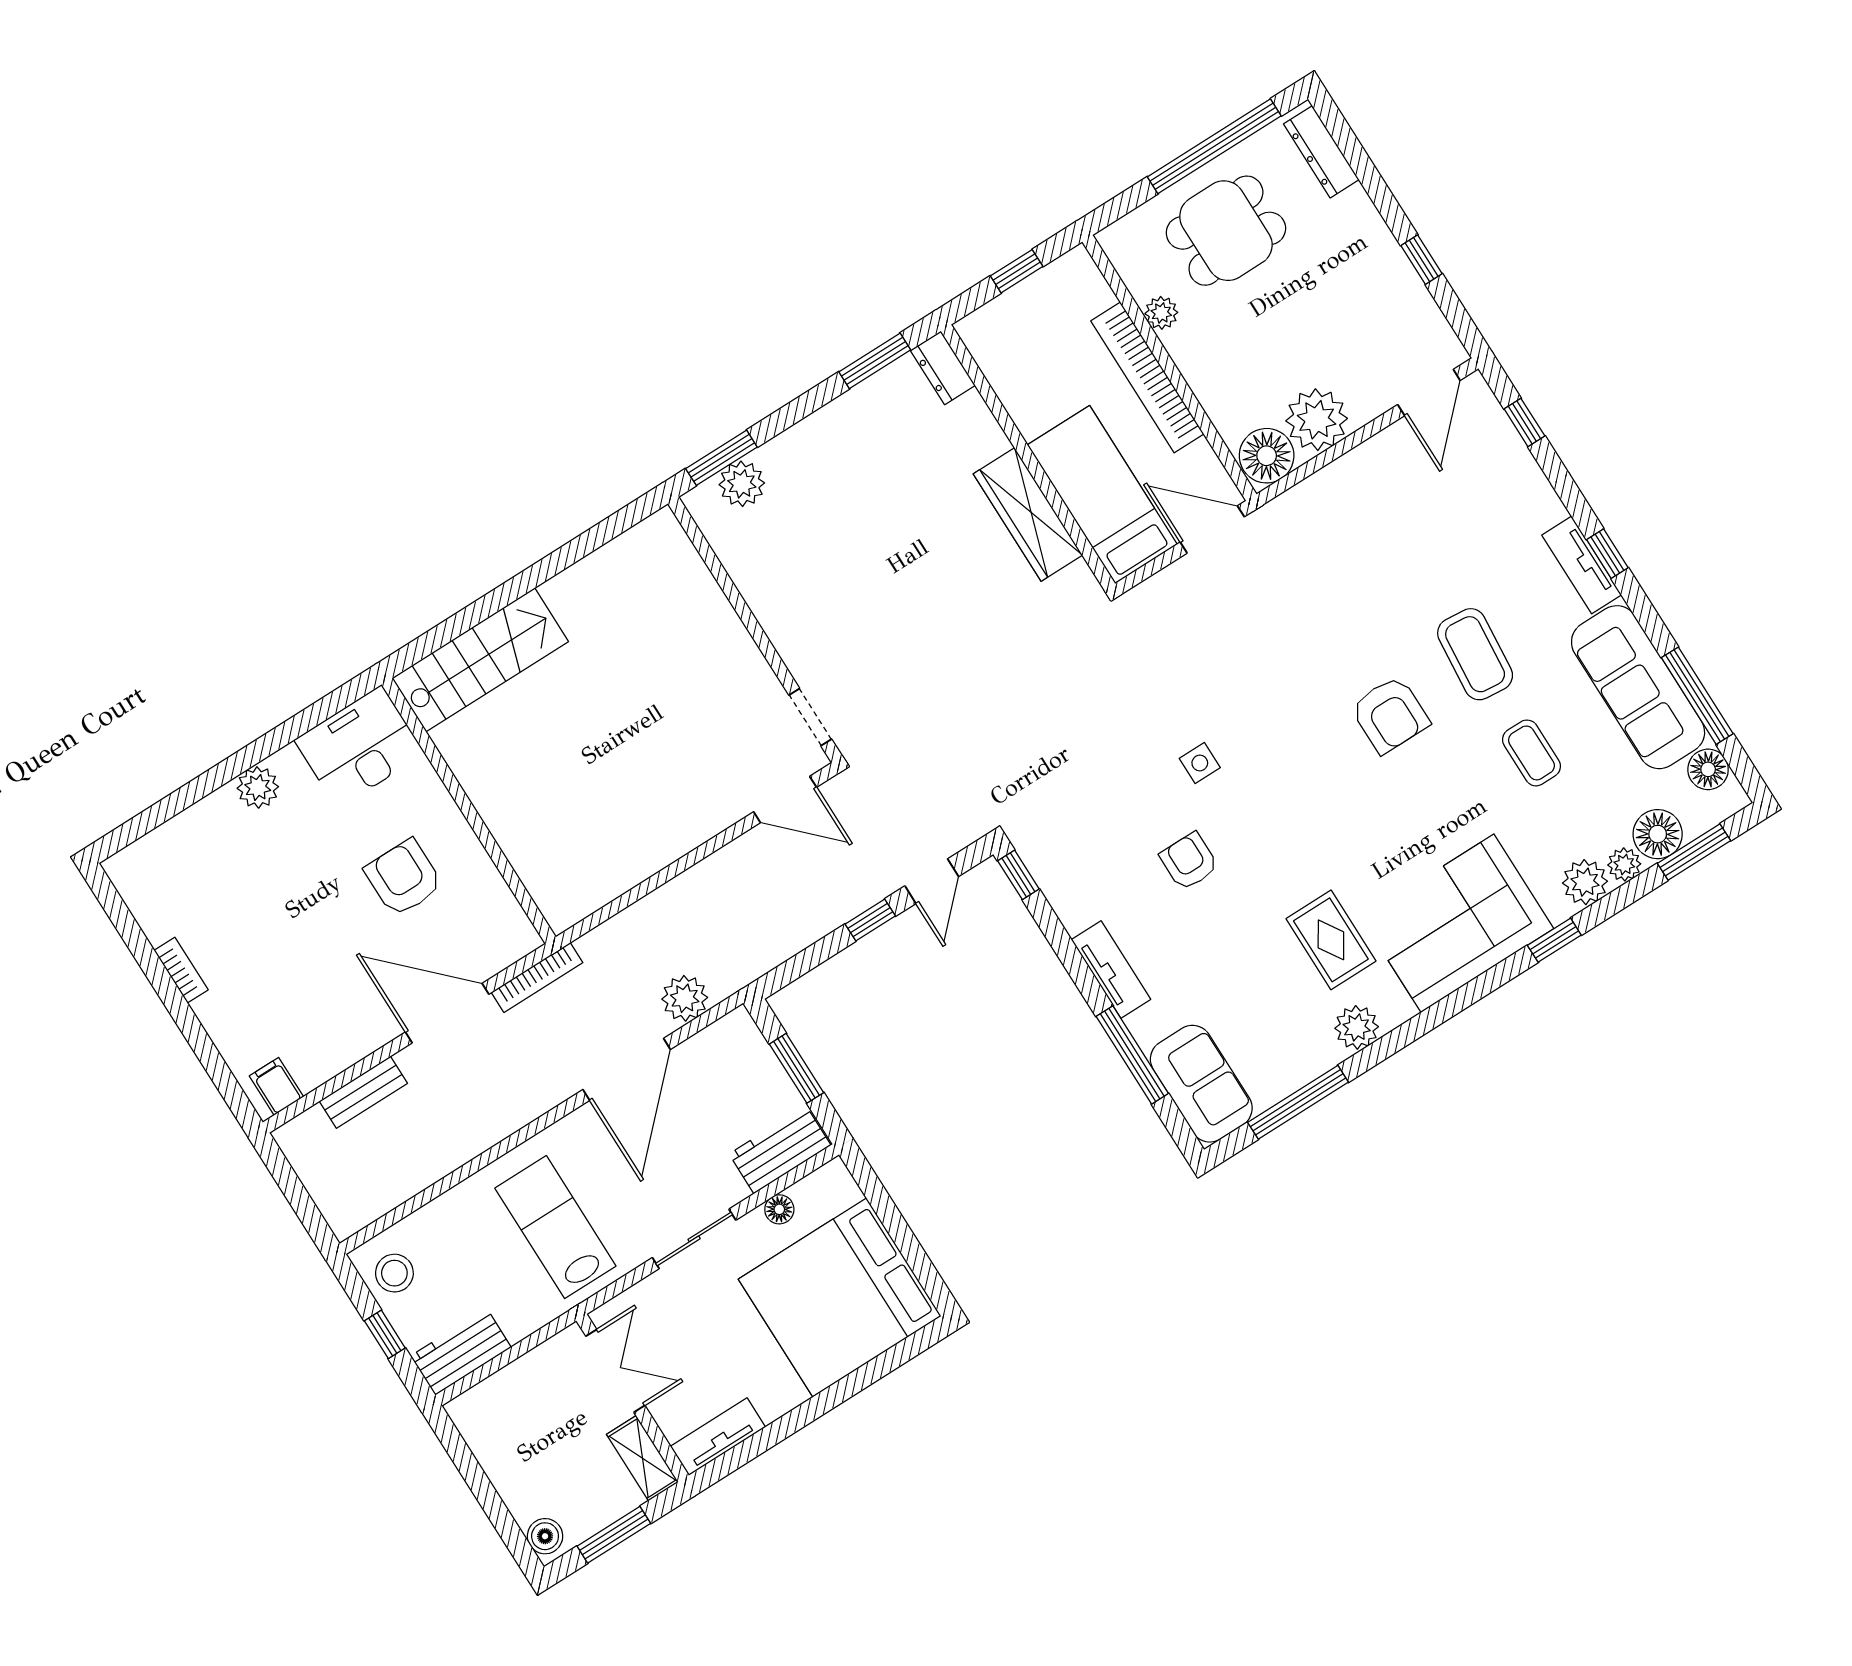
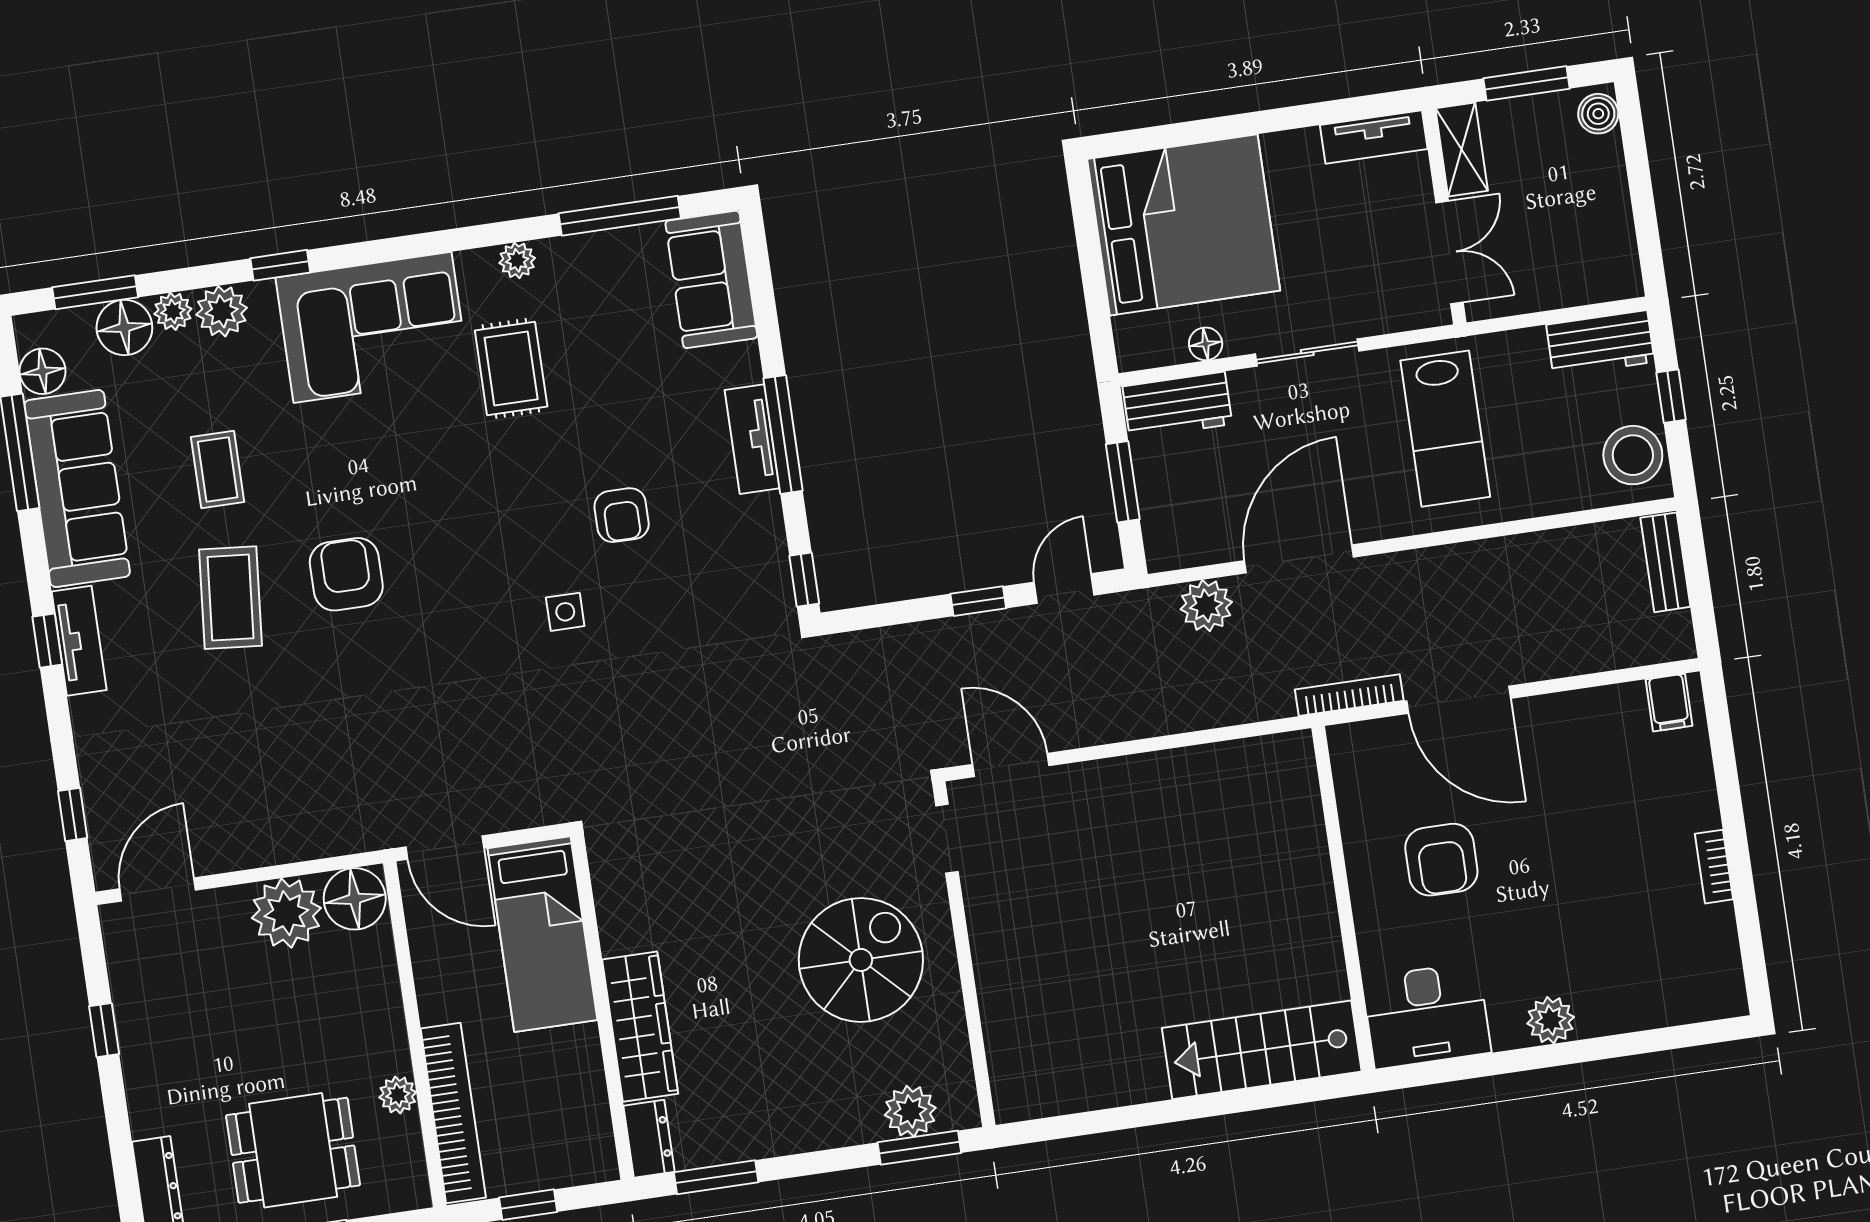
bookcase: (1147, 377) -> (453, 1113), moved
wardrobe: (1028, 514) -> (640, 1027), moved
spiral stairs: (836, 588) -> (861, 960), added
door: (932, 881) -> (1064, 589), moved
plant: (1357, 1027) -> (517, 260), width x0.73, depth x0.73
window: (1132, 1055) -> (783, 434), moved
bench: (363, 1092) -> (1665, 562), moved, turned 90
stool: (394, 1273) -> (1633, 455), width x1.38, depth x1.38
double door: (615, 1371) -> (1449, 252), swing flipped

